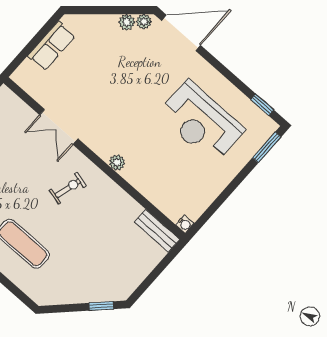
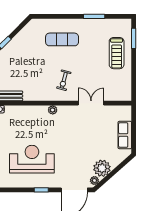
plant: (127, 22) -> (102, 168), width x1.87, depth x1.87
window: (262, 105) -> (41, 190), moved

